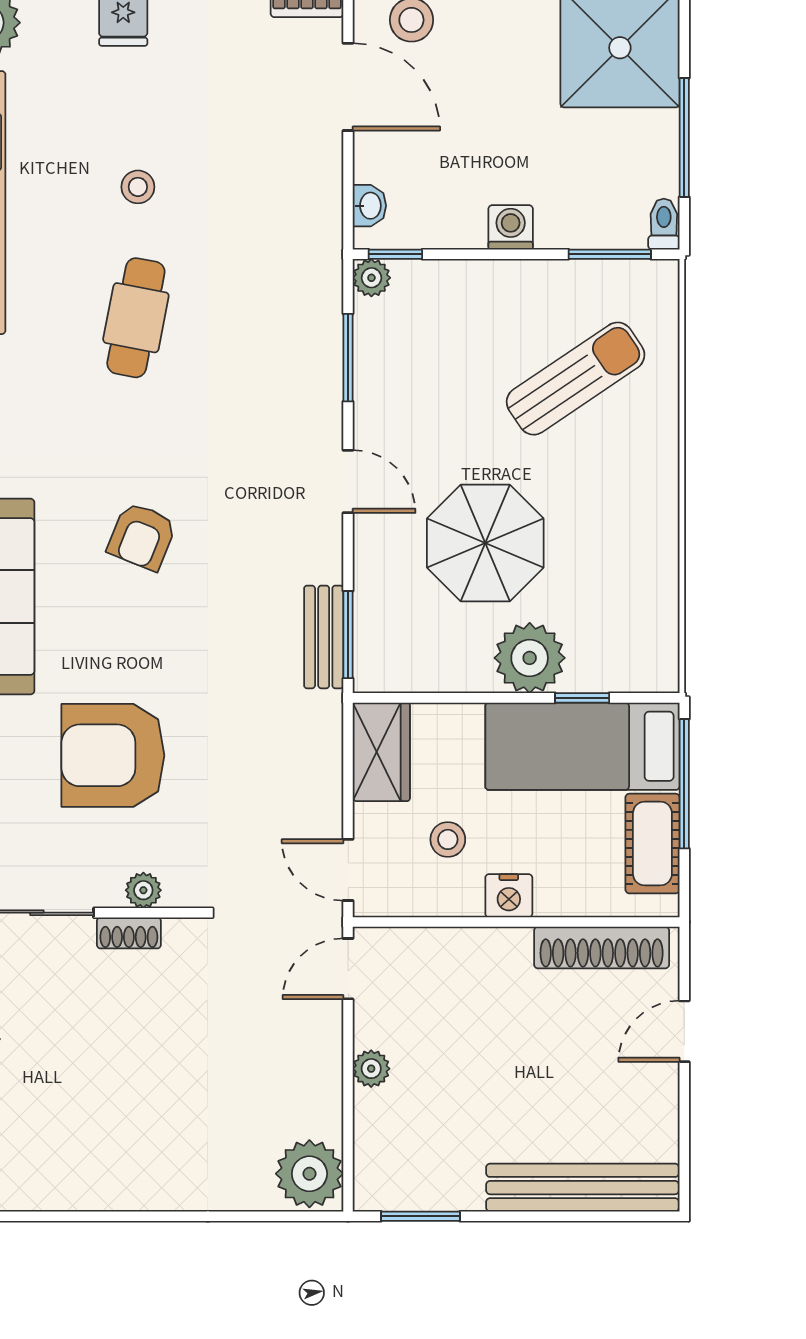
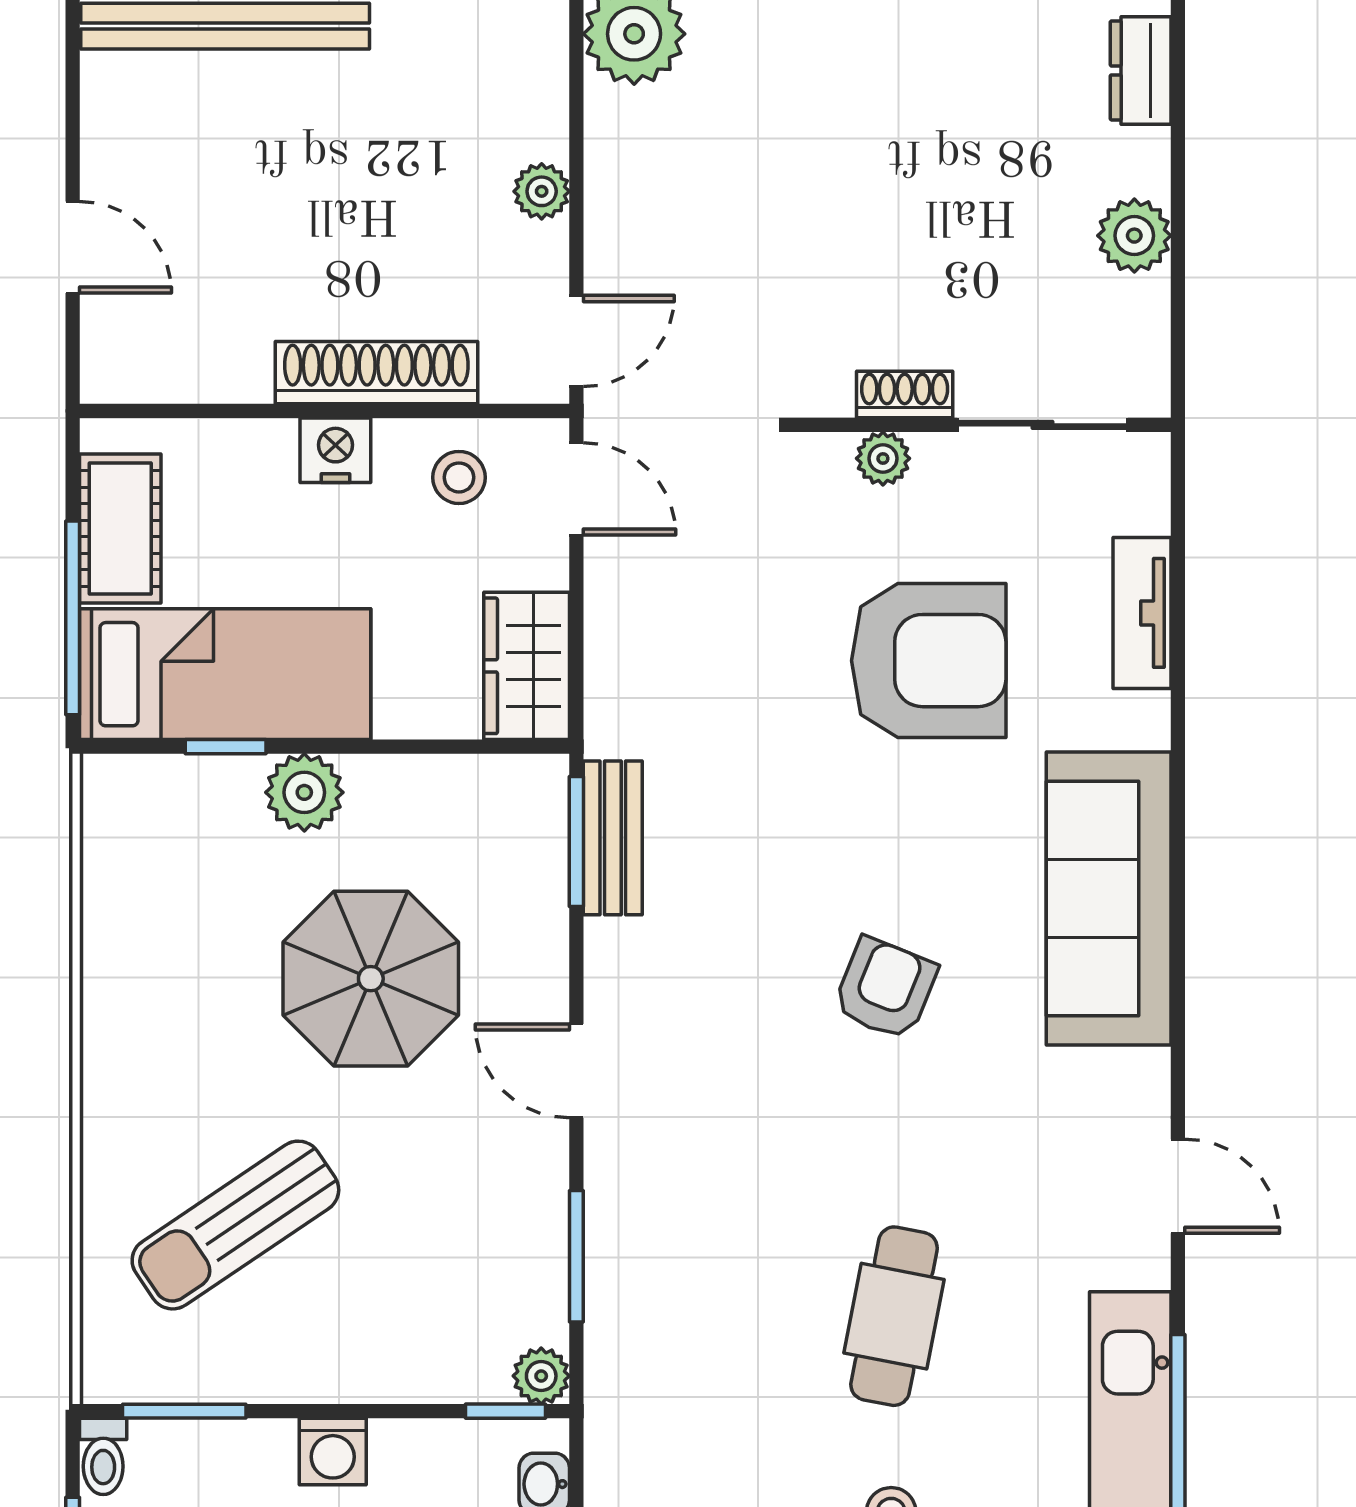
plant: (530, 658) -> (304, 792), width x0.73, depth x0.73
stool: (448, 839) -> (459, 477), moved
shoe rack: (602, 948) -> (376, 373), moved
door: (684, 1031) -> (73, 247), hinge flipped

